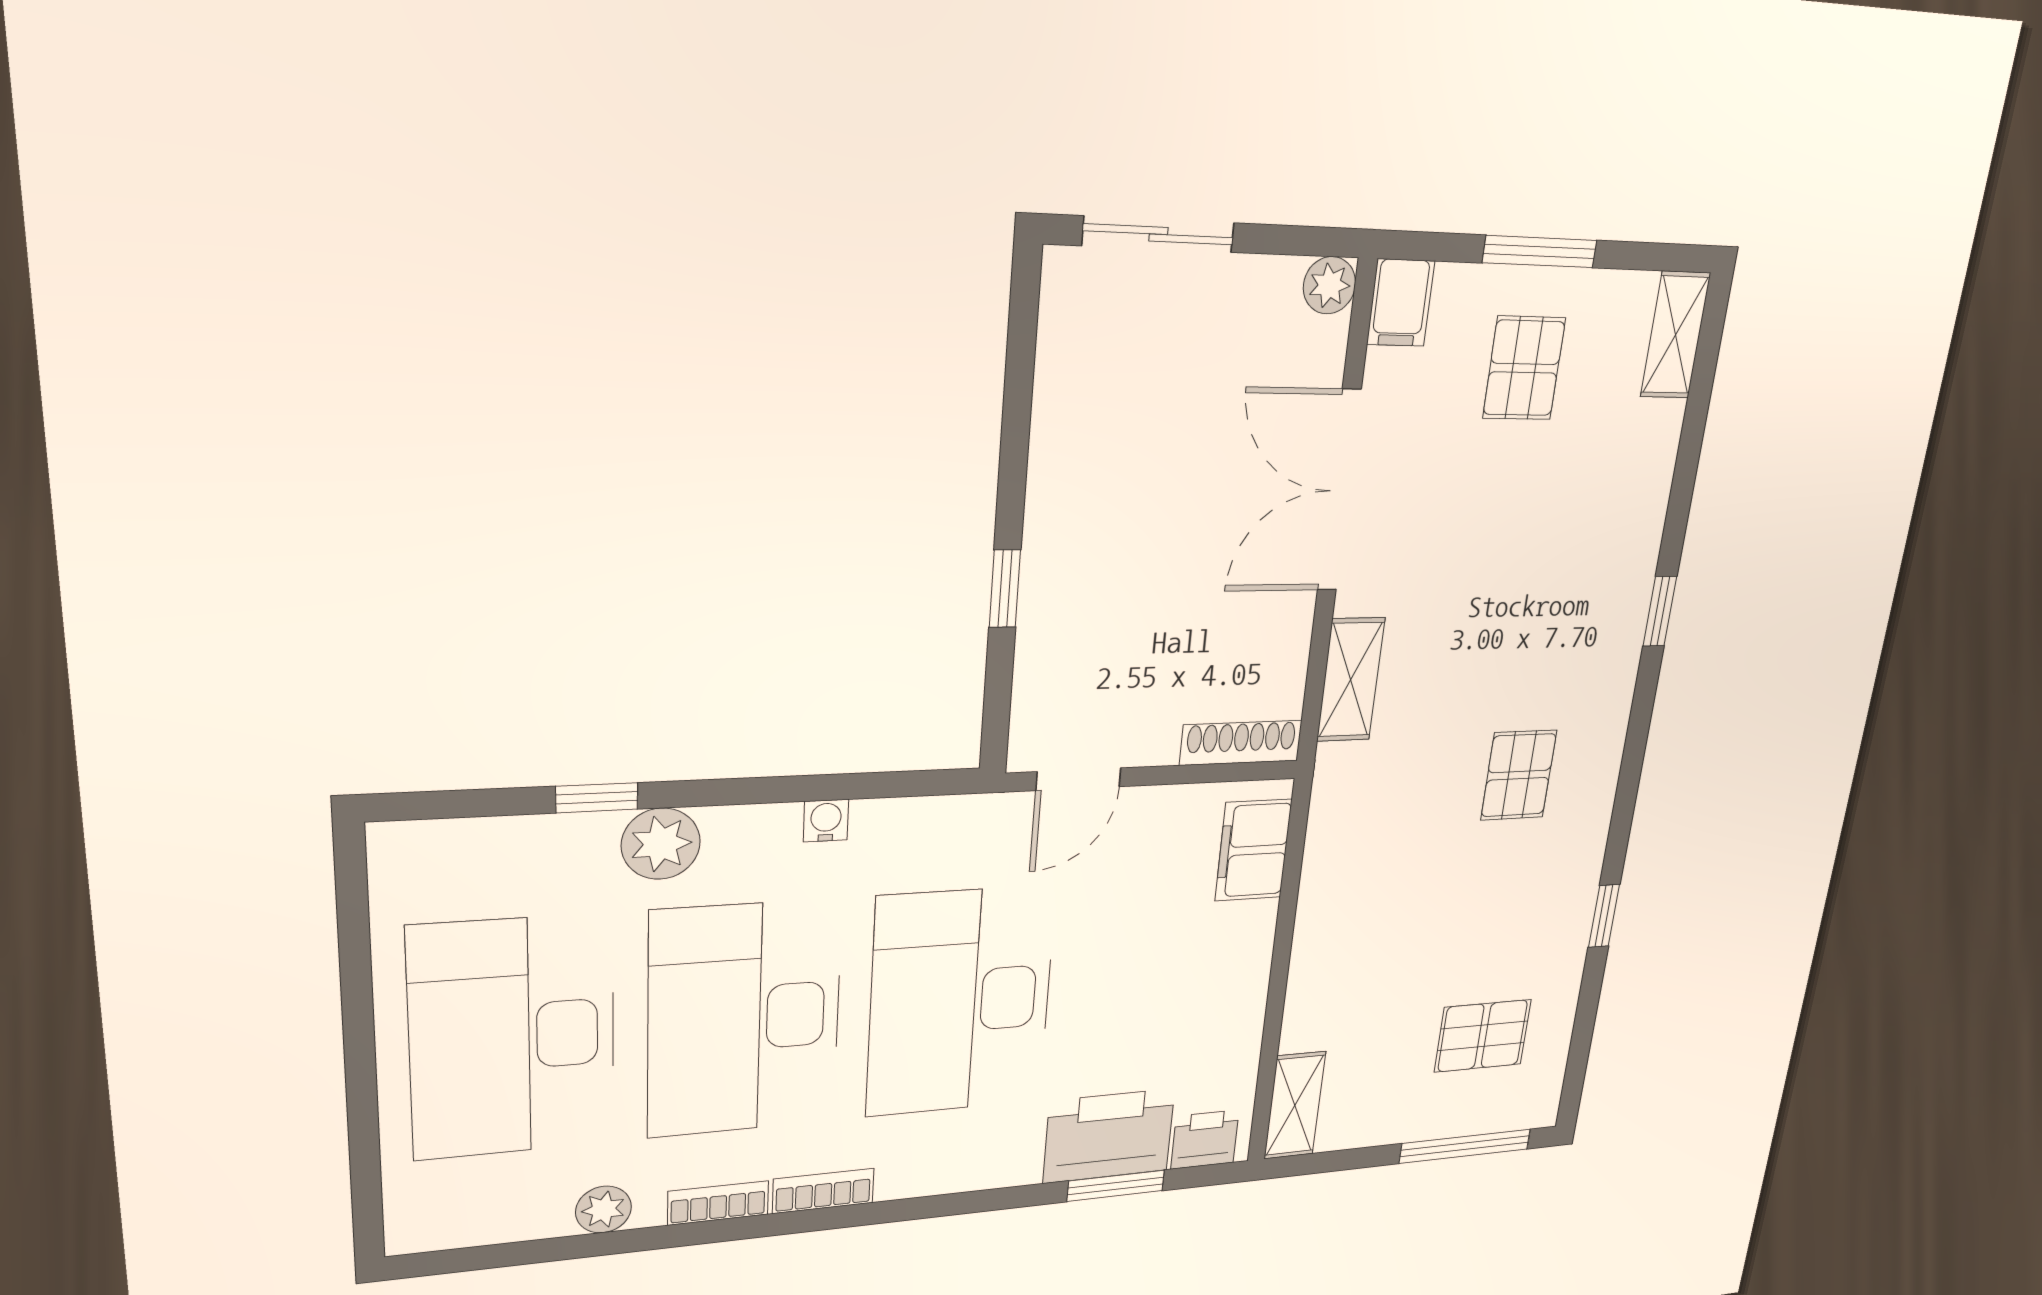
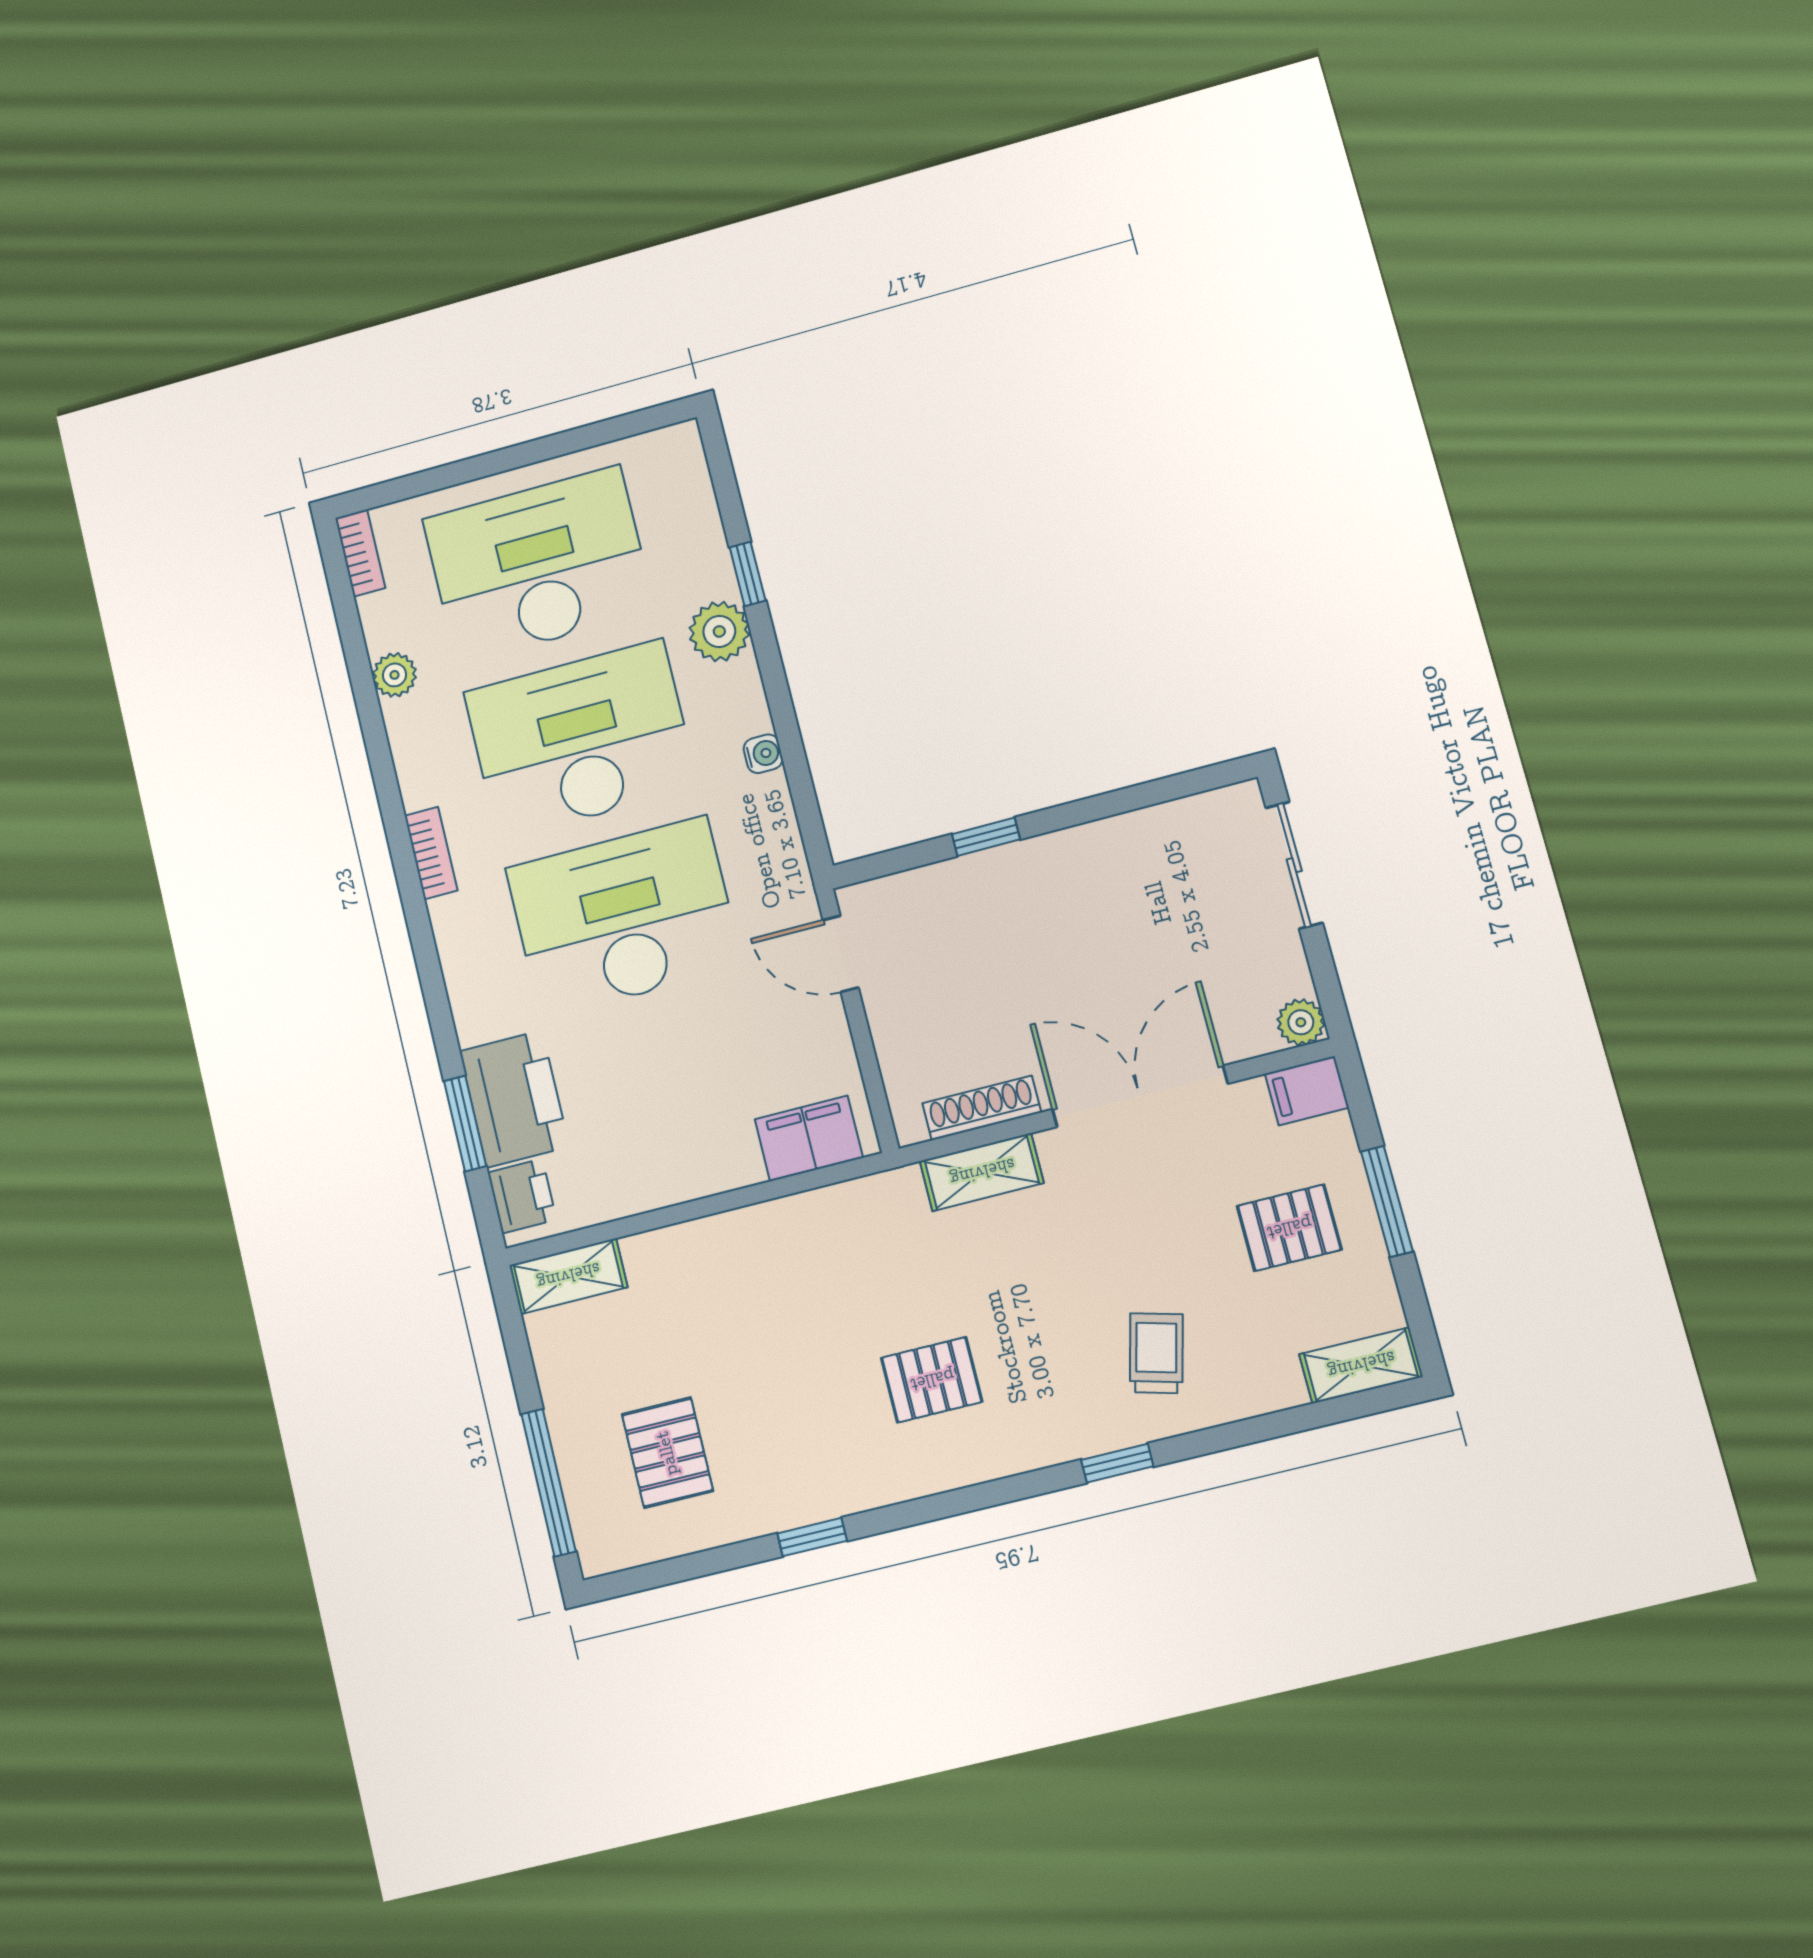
trolley: (1583, 545) -> (1156, 1353), added
shoe rack: (1241, 743) -> (982, 1108), moved, turned -90
bookcase: (718, 1203) -> (360, 553), moved

